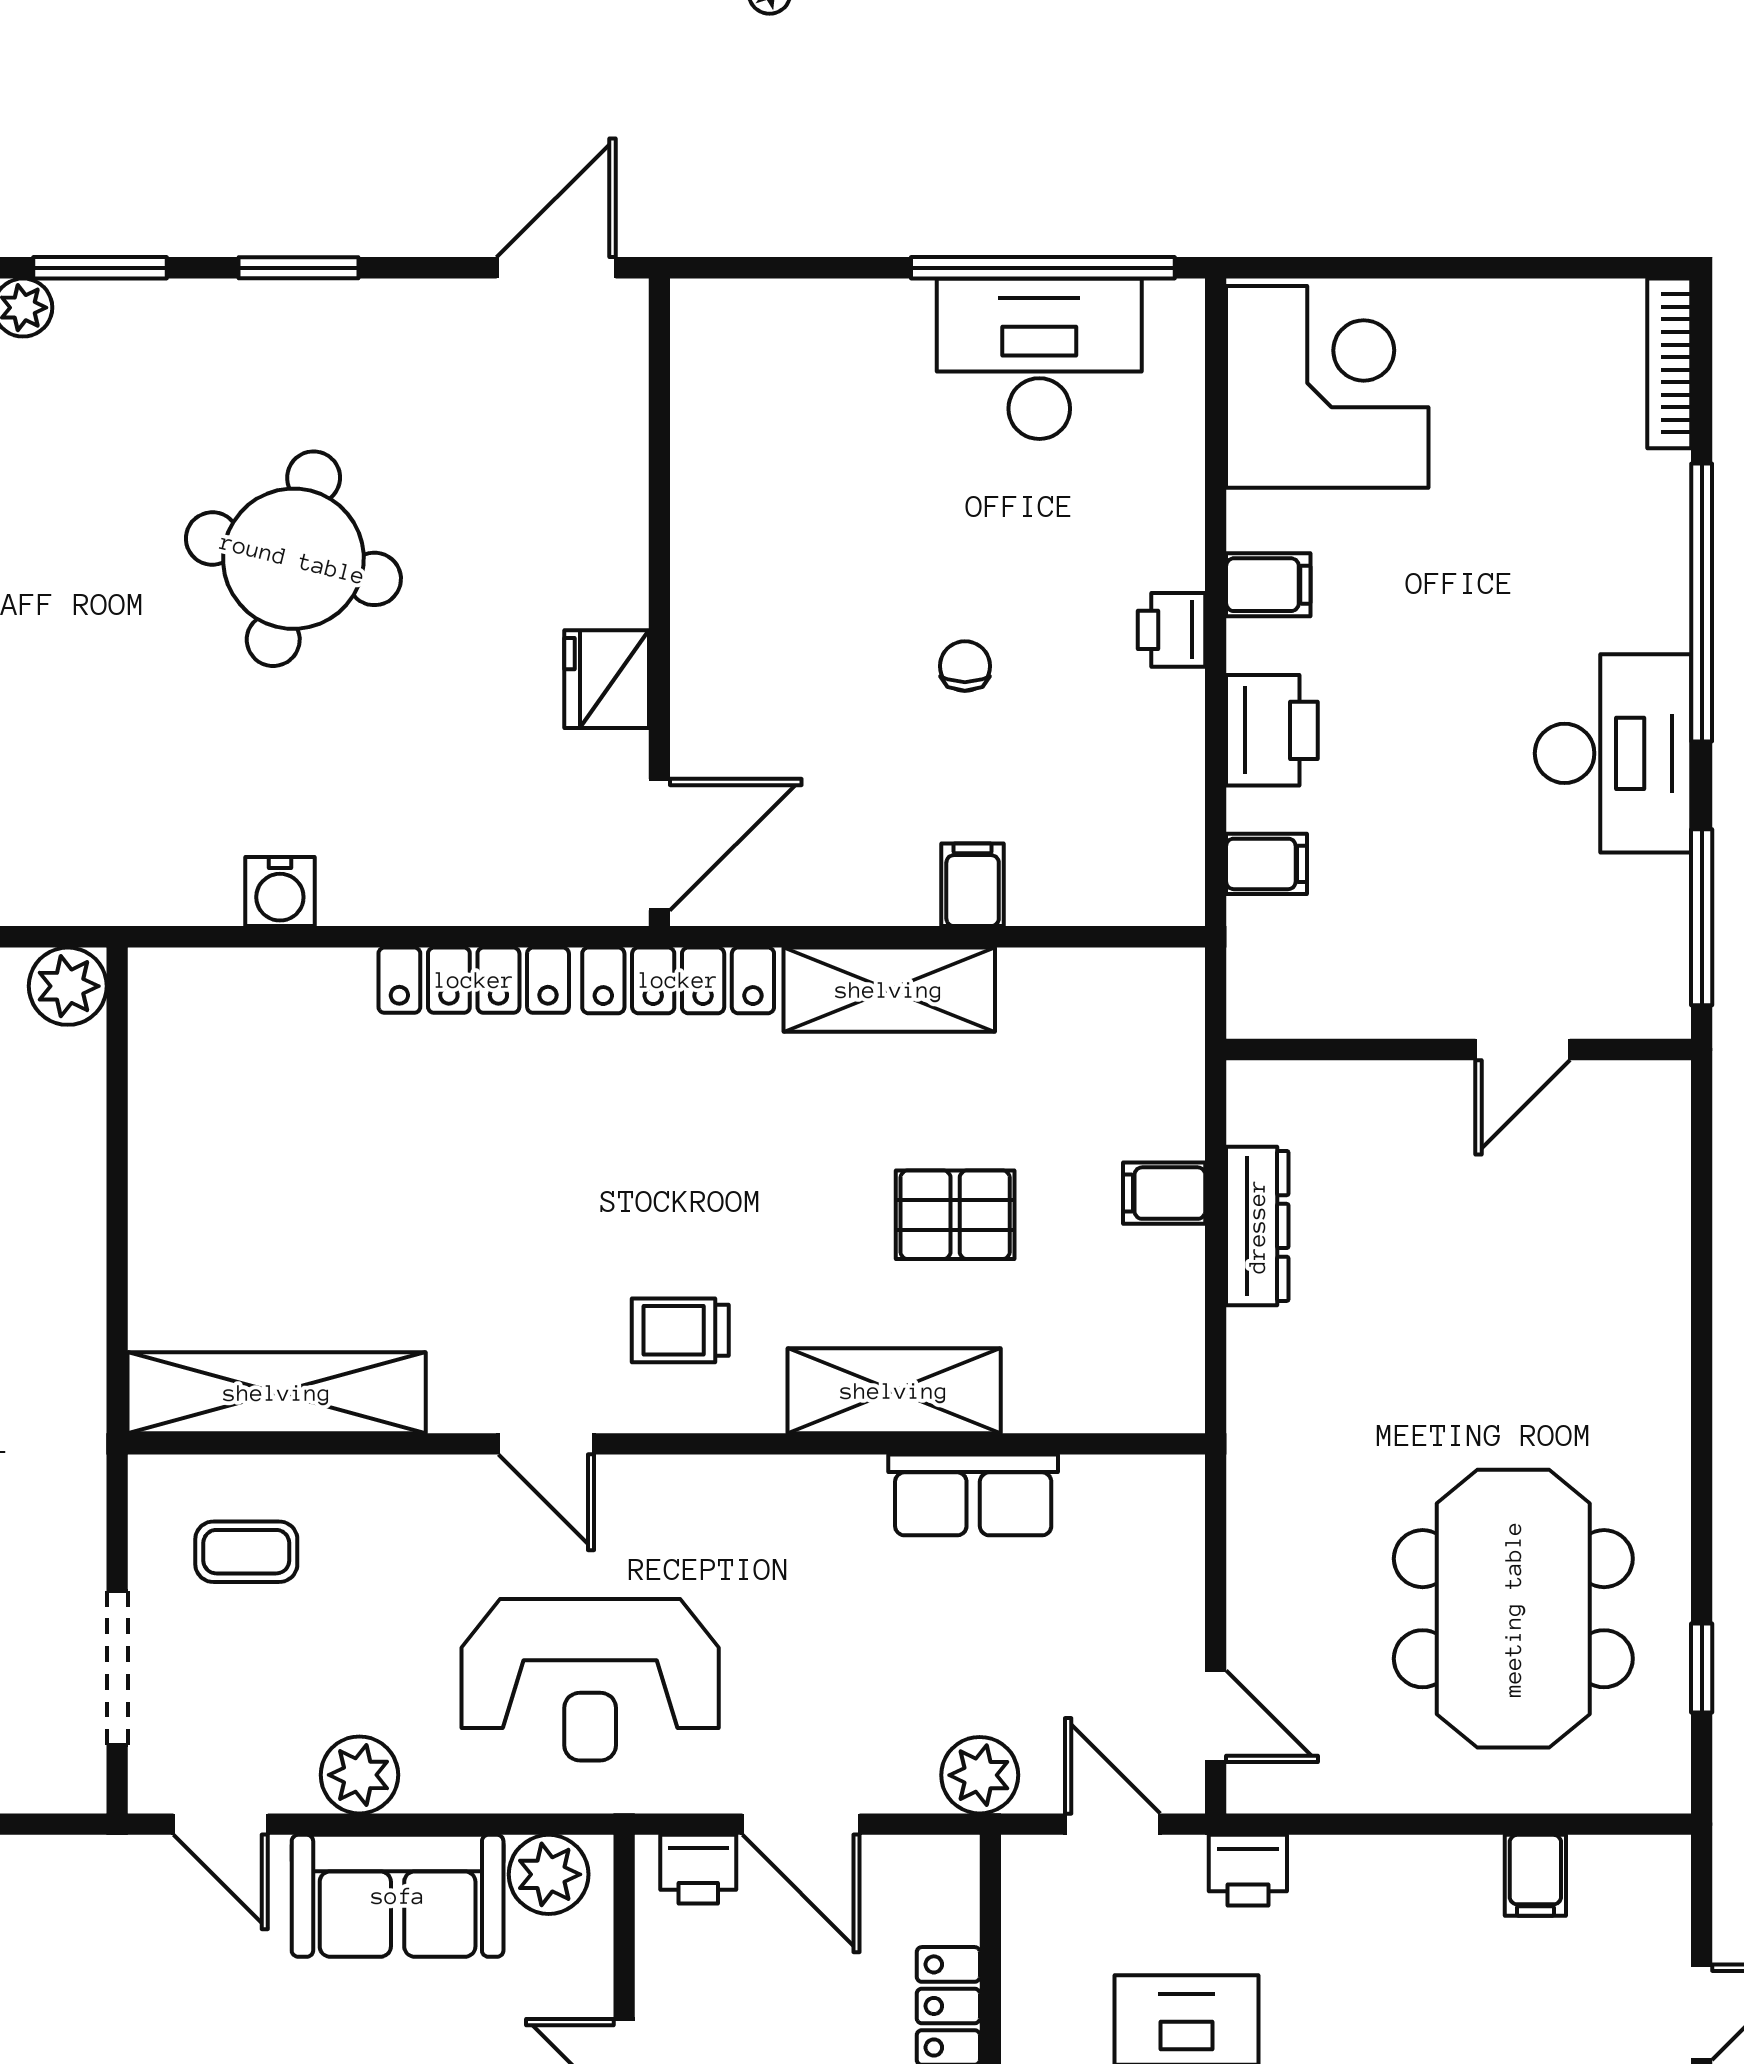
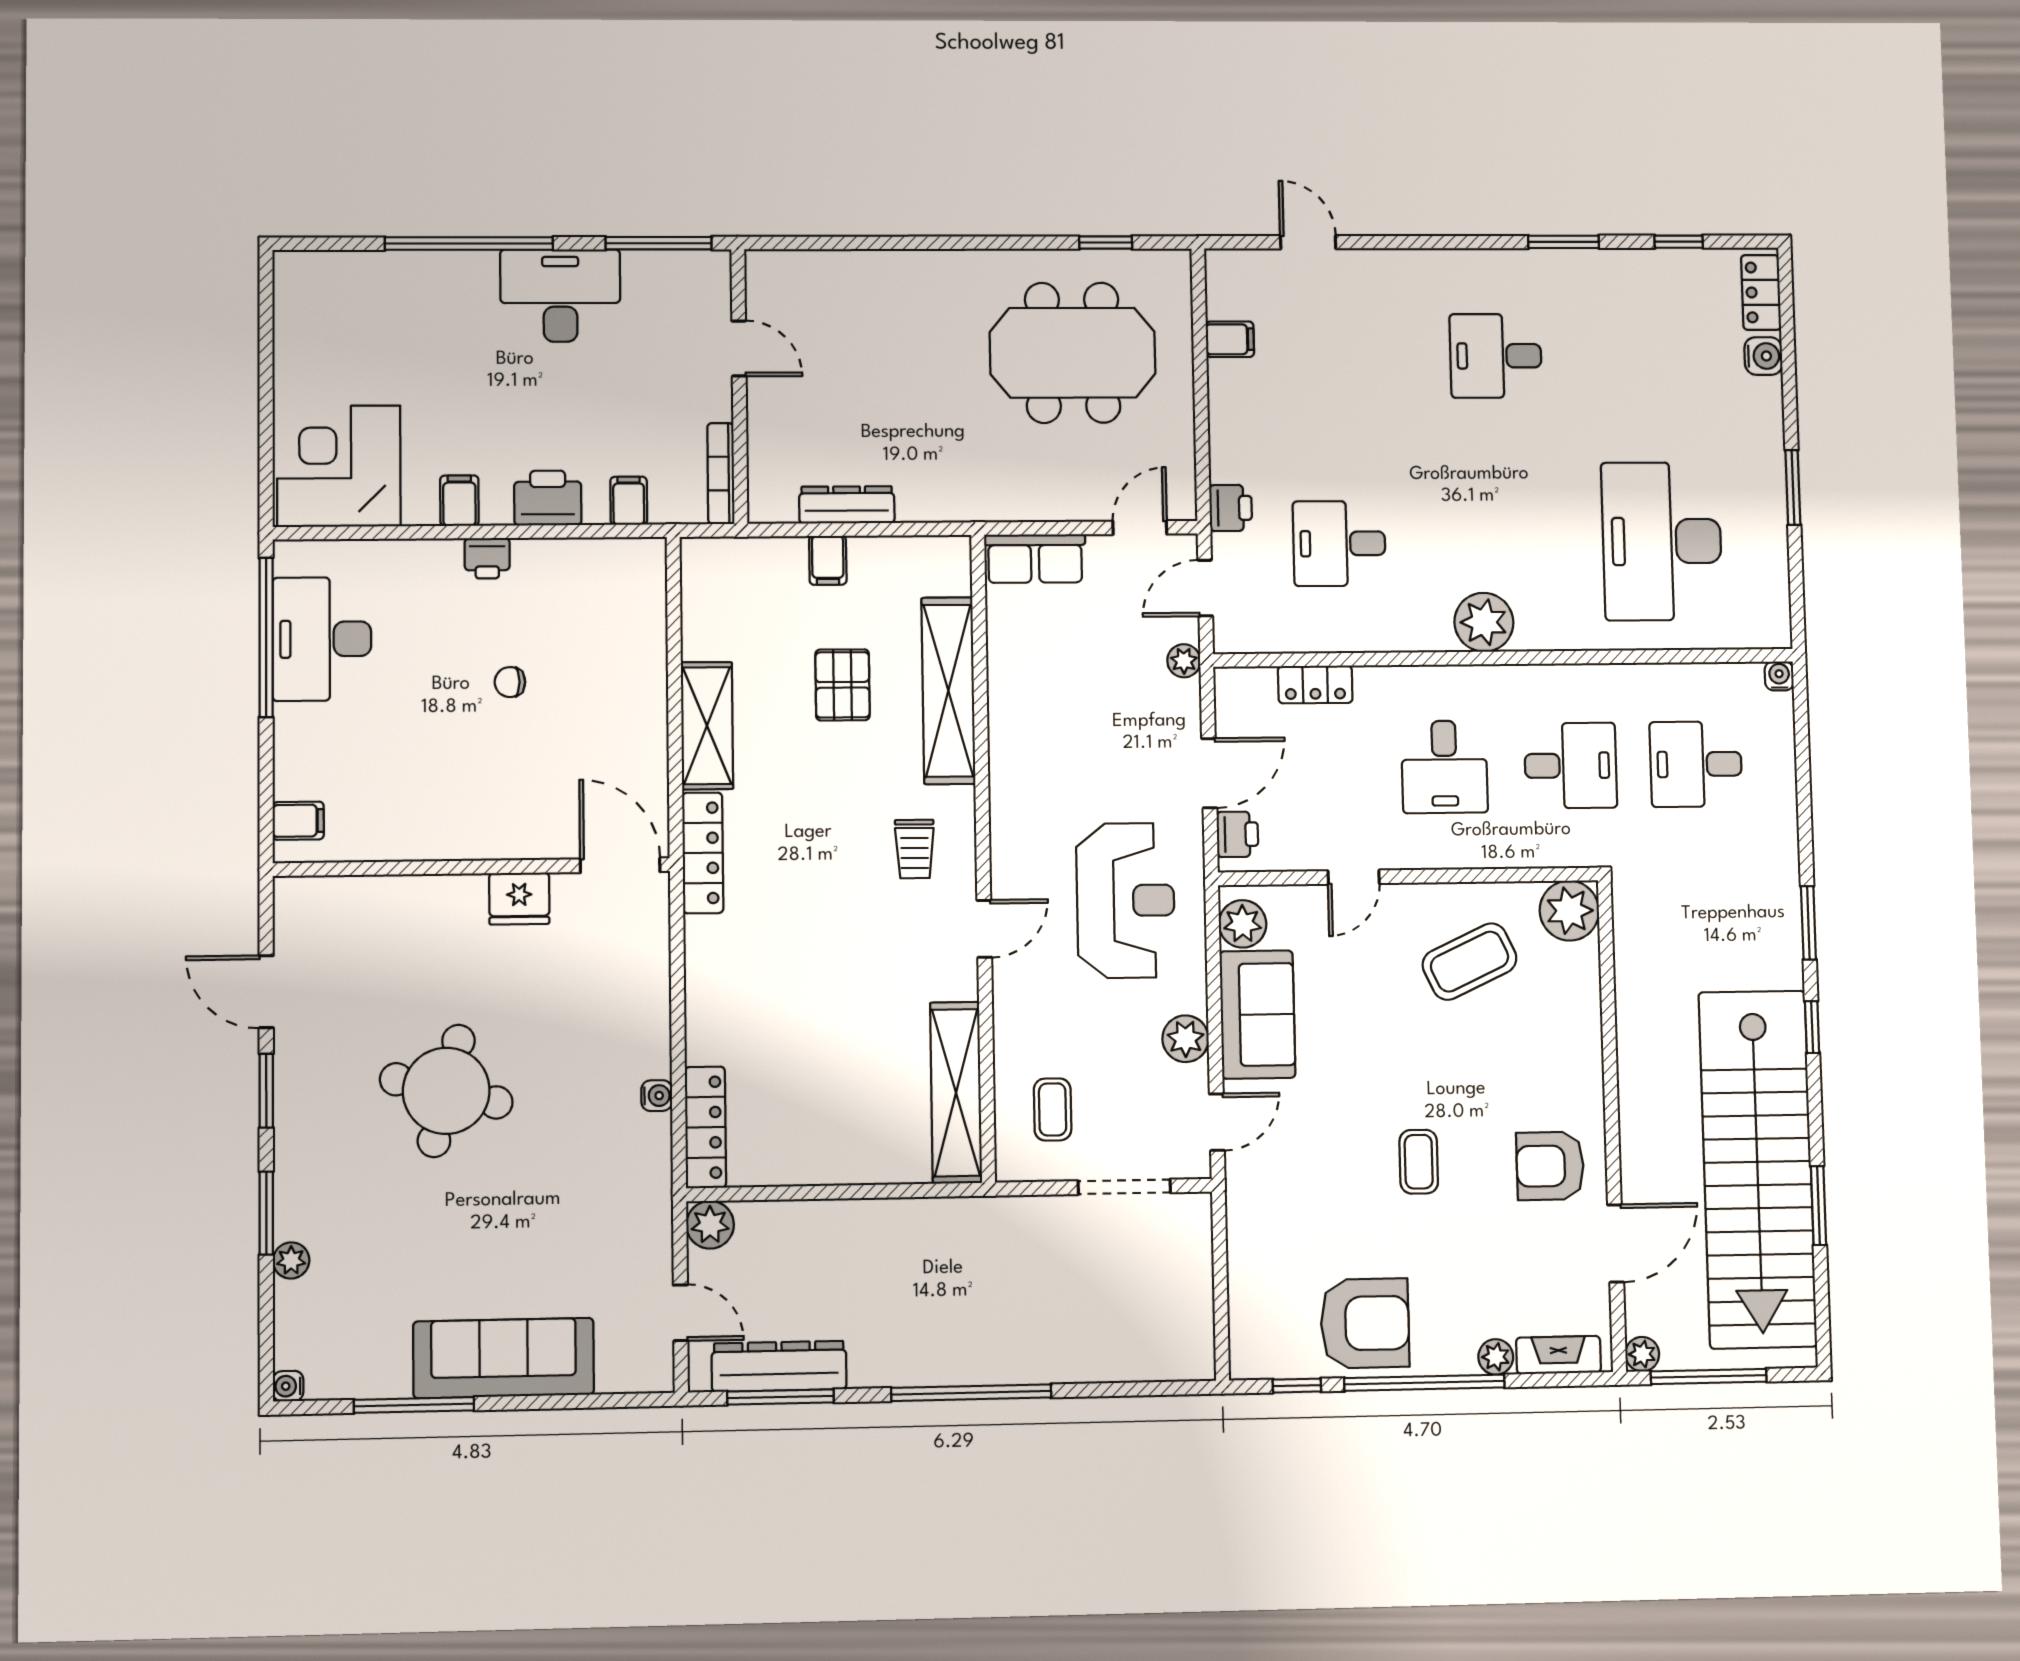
door: (556, 268) -> (266, 992), moved
bookcase: (1669, 363) -> (721, 474), moved, turned 90
filing cabinet: (973, 885) -> (298, 821), moved, turned 180
water cooler: (280, 892) -> (657, 1096), width x0.72, depth x0.72
locker: (474, 980) -> (705, 1127), moved
shelving: (894, 1391) -> (948, 691), width x1.47
row of seats: (973, 1495) -> (1035, 559), moved, turned 90
plant: (980, 1775) -> (1184, 661), width x0.73, depth x0.73

